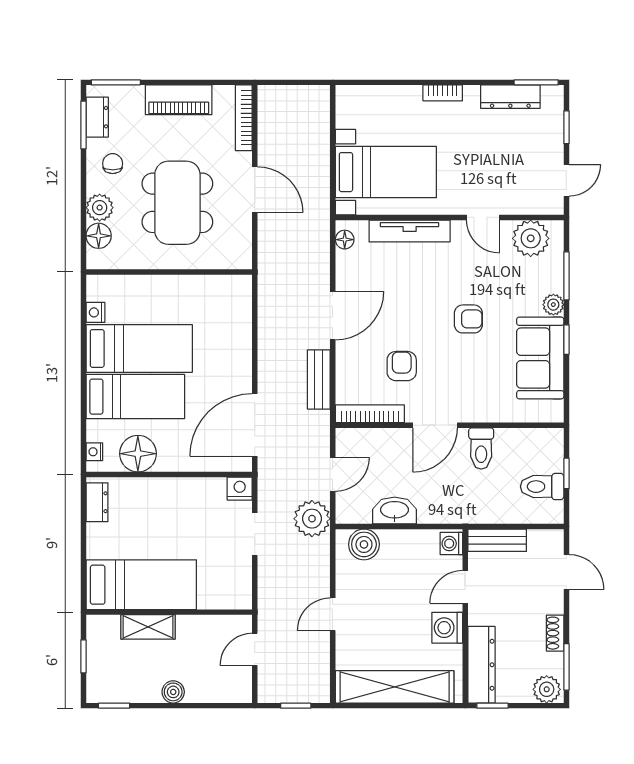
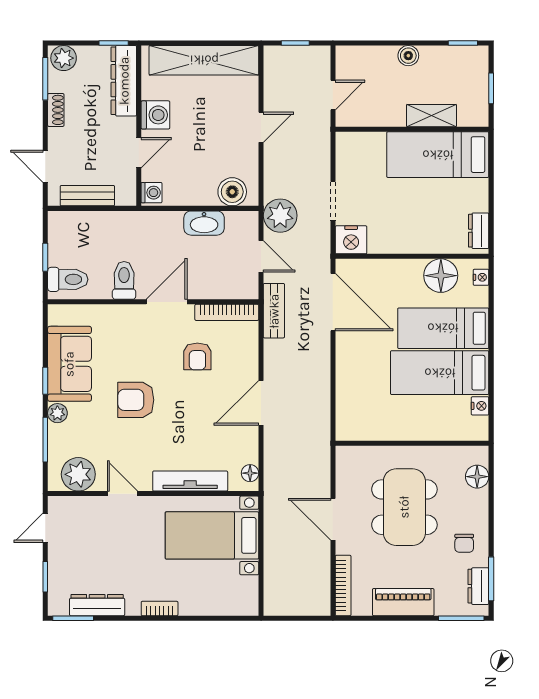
plant: (100, 208) -> (476, 503), removed
armchair: (468, 319) -> (136, 400), width x1.38, depth x1.38
bench: (319, 380) -> (274, 311), moved
door: (255, 425) -> (333, 302), hinge flipped
door: (333, 474) -> (261, 256), swing flipped
toilet: (542, 487) -> (68, 279), moved
nightstand: (240, 489) -> (351, 240), width x1.36, depth x1.33
bench: (497, 540) -> (87, 196), moved

